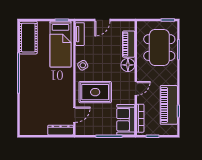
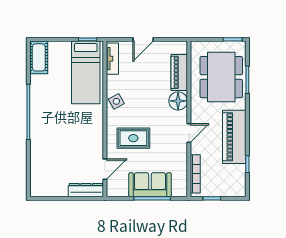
cot: (28, 38) -> (39, 57), width x0.73, depth x0.75
rug: (95, 92) -> (133, 138), width x0.73, depth x0.70
piano: (169, 105) -> (234, 137), moved
sofa: (126, 120) -> (150, 185), moved, turned 90

